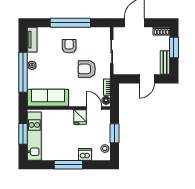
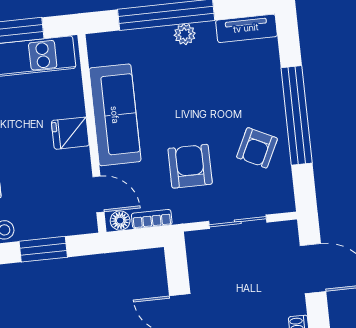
armchair: (69, 46) -> (257, 148), moved, turned 116
sofa: (48, 98) -> (115, 115), moved
door: (94, 108) -> (98, 194), hinge flipped
fridge: (80, 117) -> (70, 133), moved

